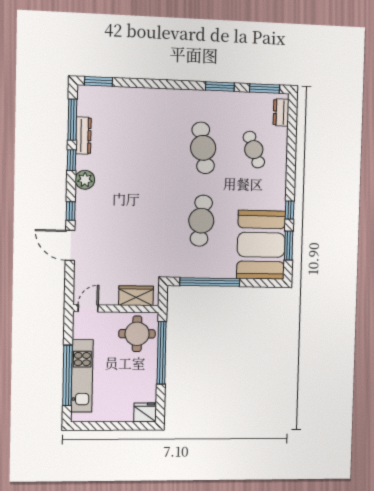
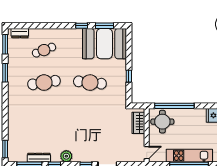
window: (210, 282) -> (129, 76), width x0.32
door: (88, 308) -> (147, 153), swing flipped

